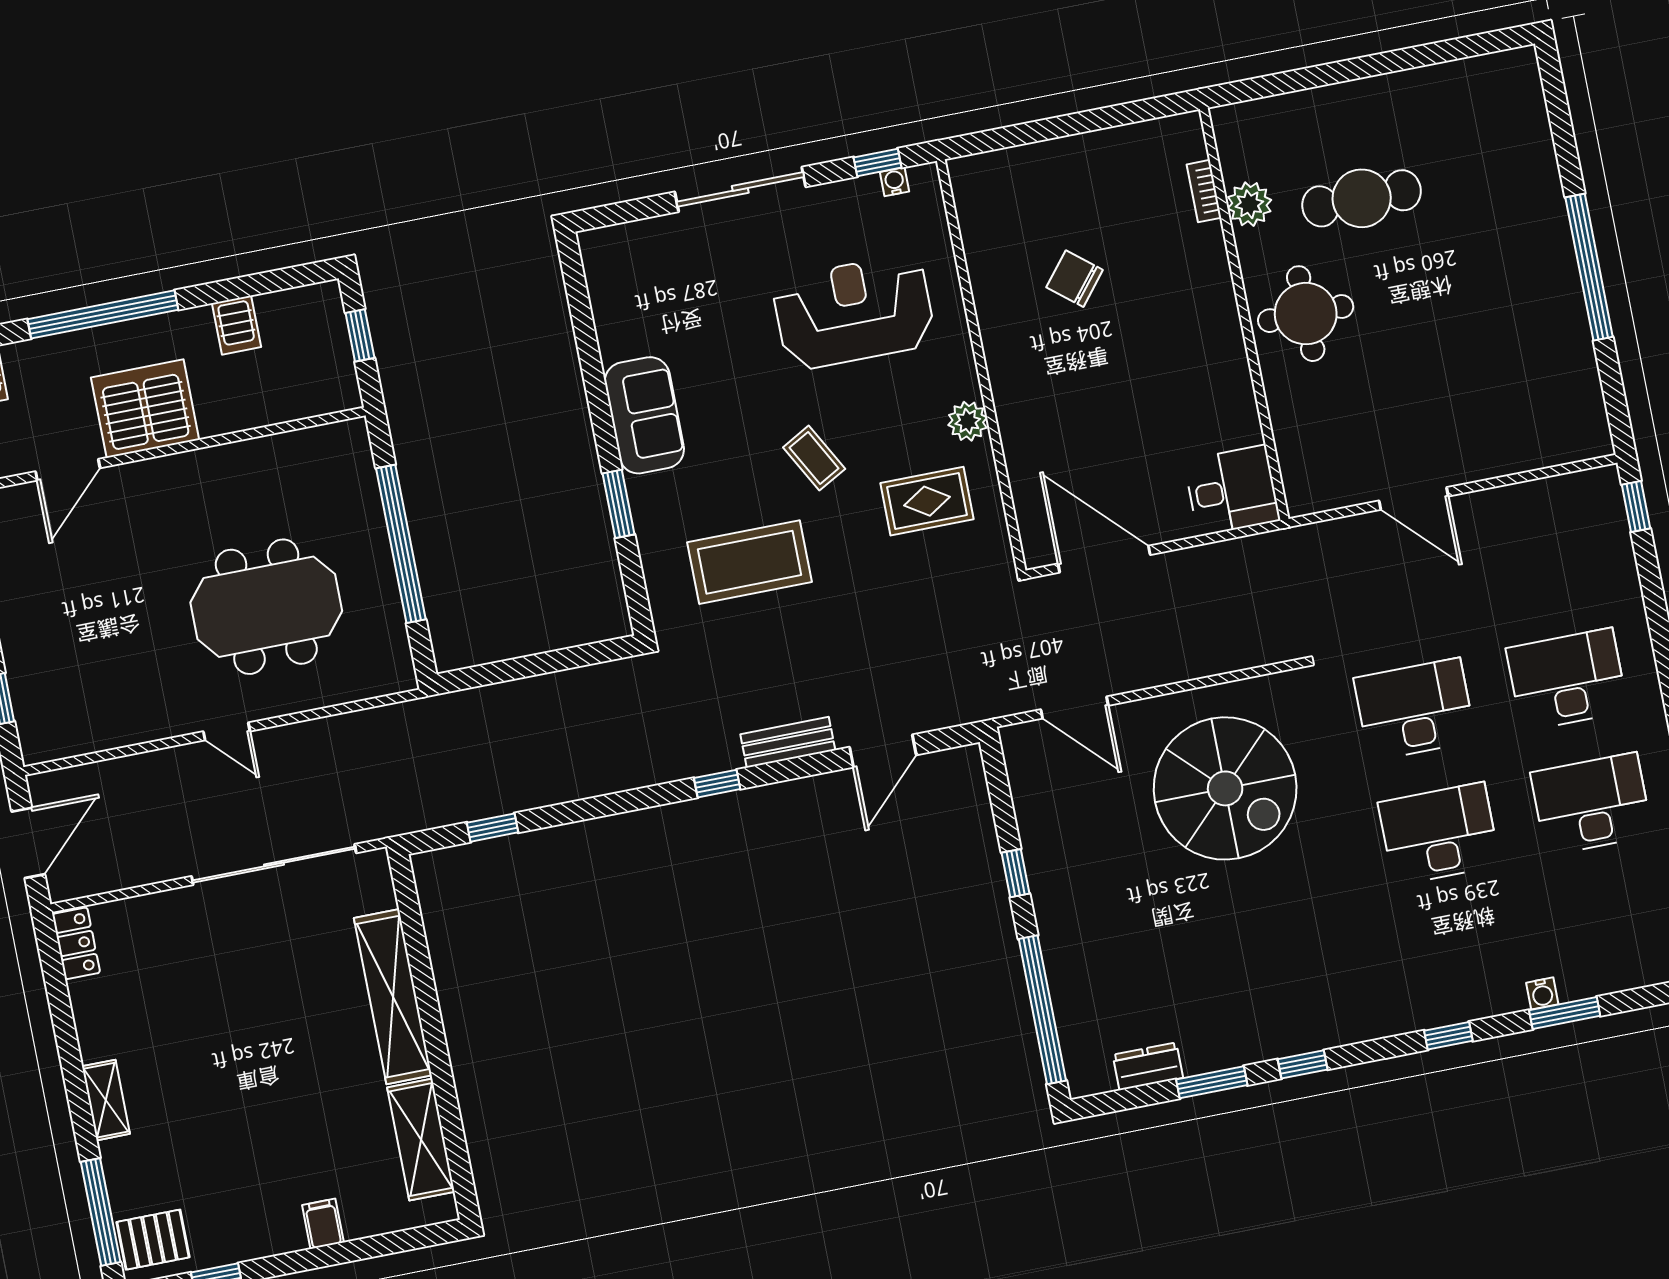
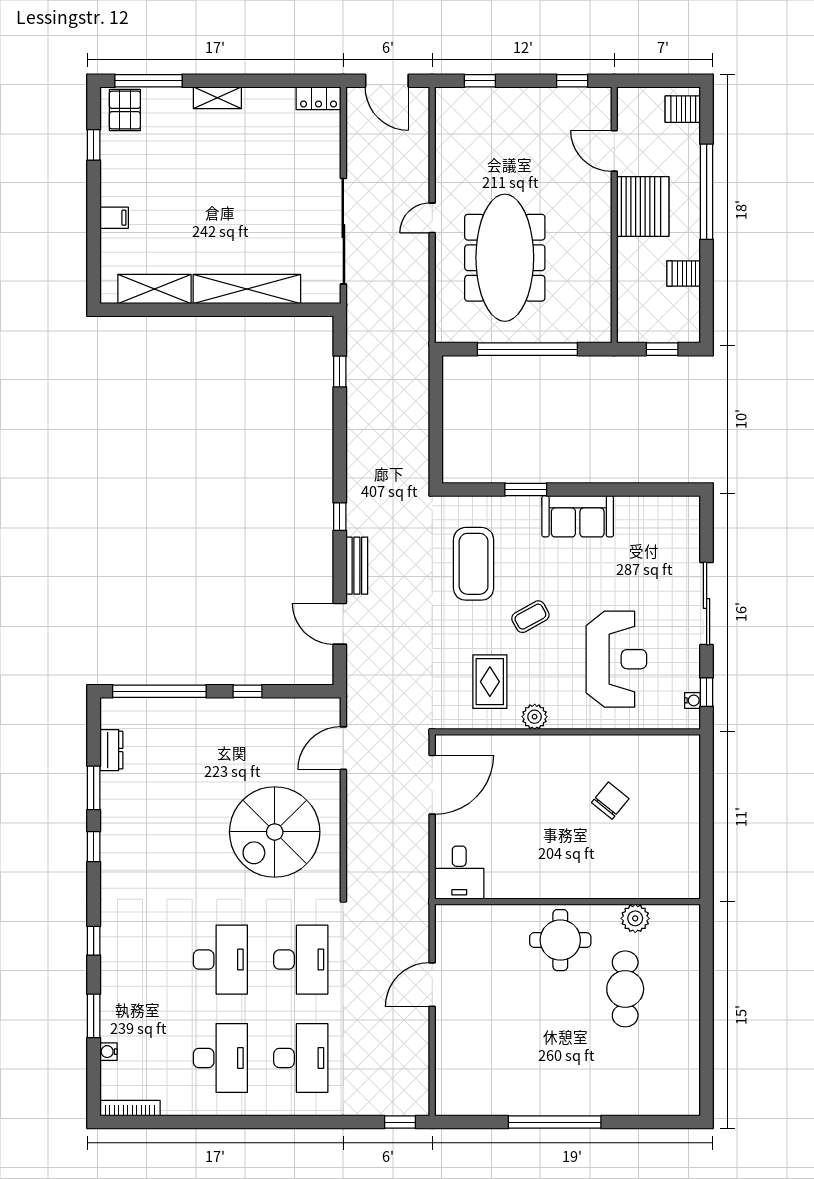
bookcase: (1204, 191) -> (649, 892), removed
meeting table: (266, 607) -> (505, 258), width x1.36
water cooler: (1542, 993) -> (109, 1052), moved

